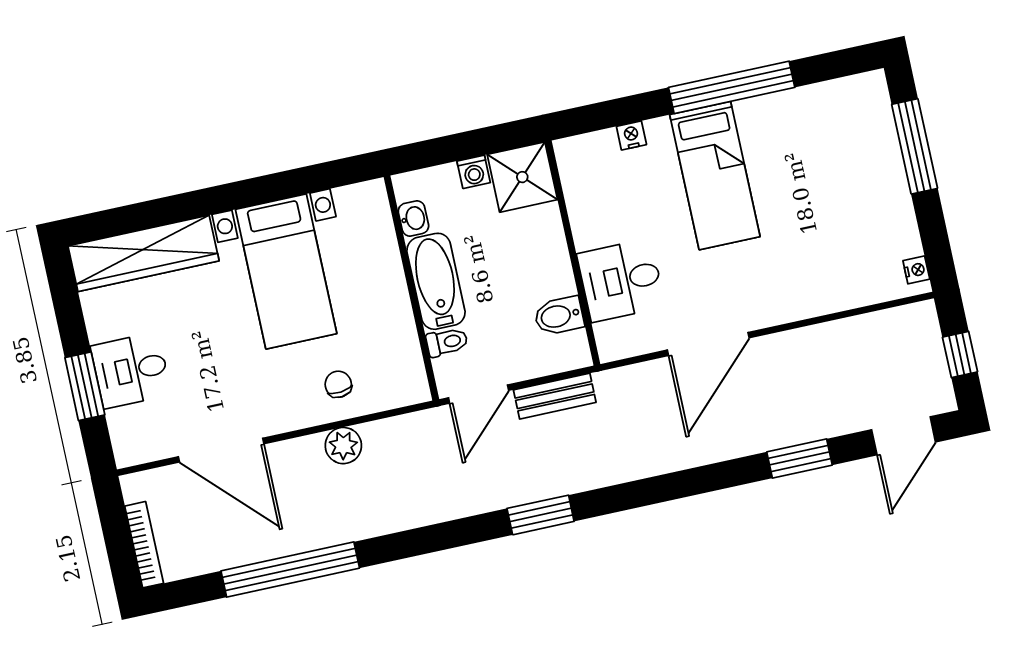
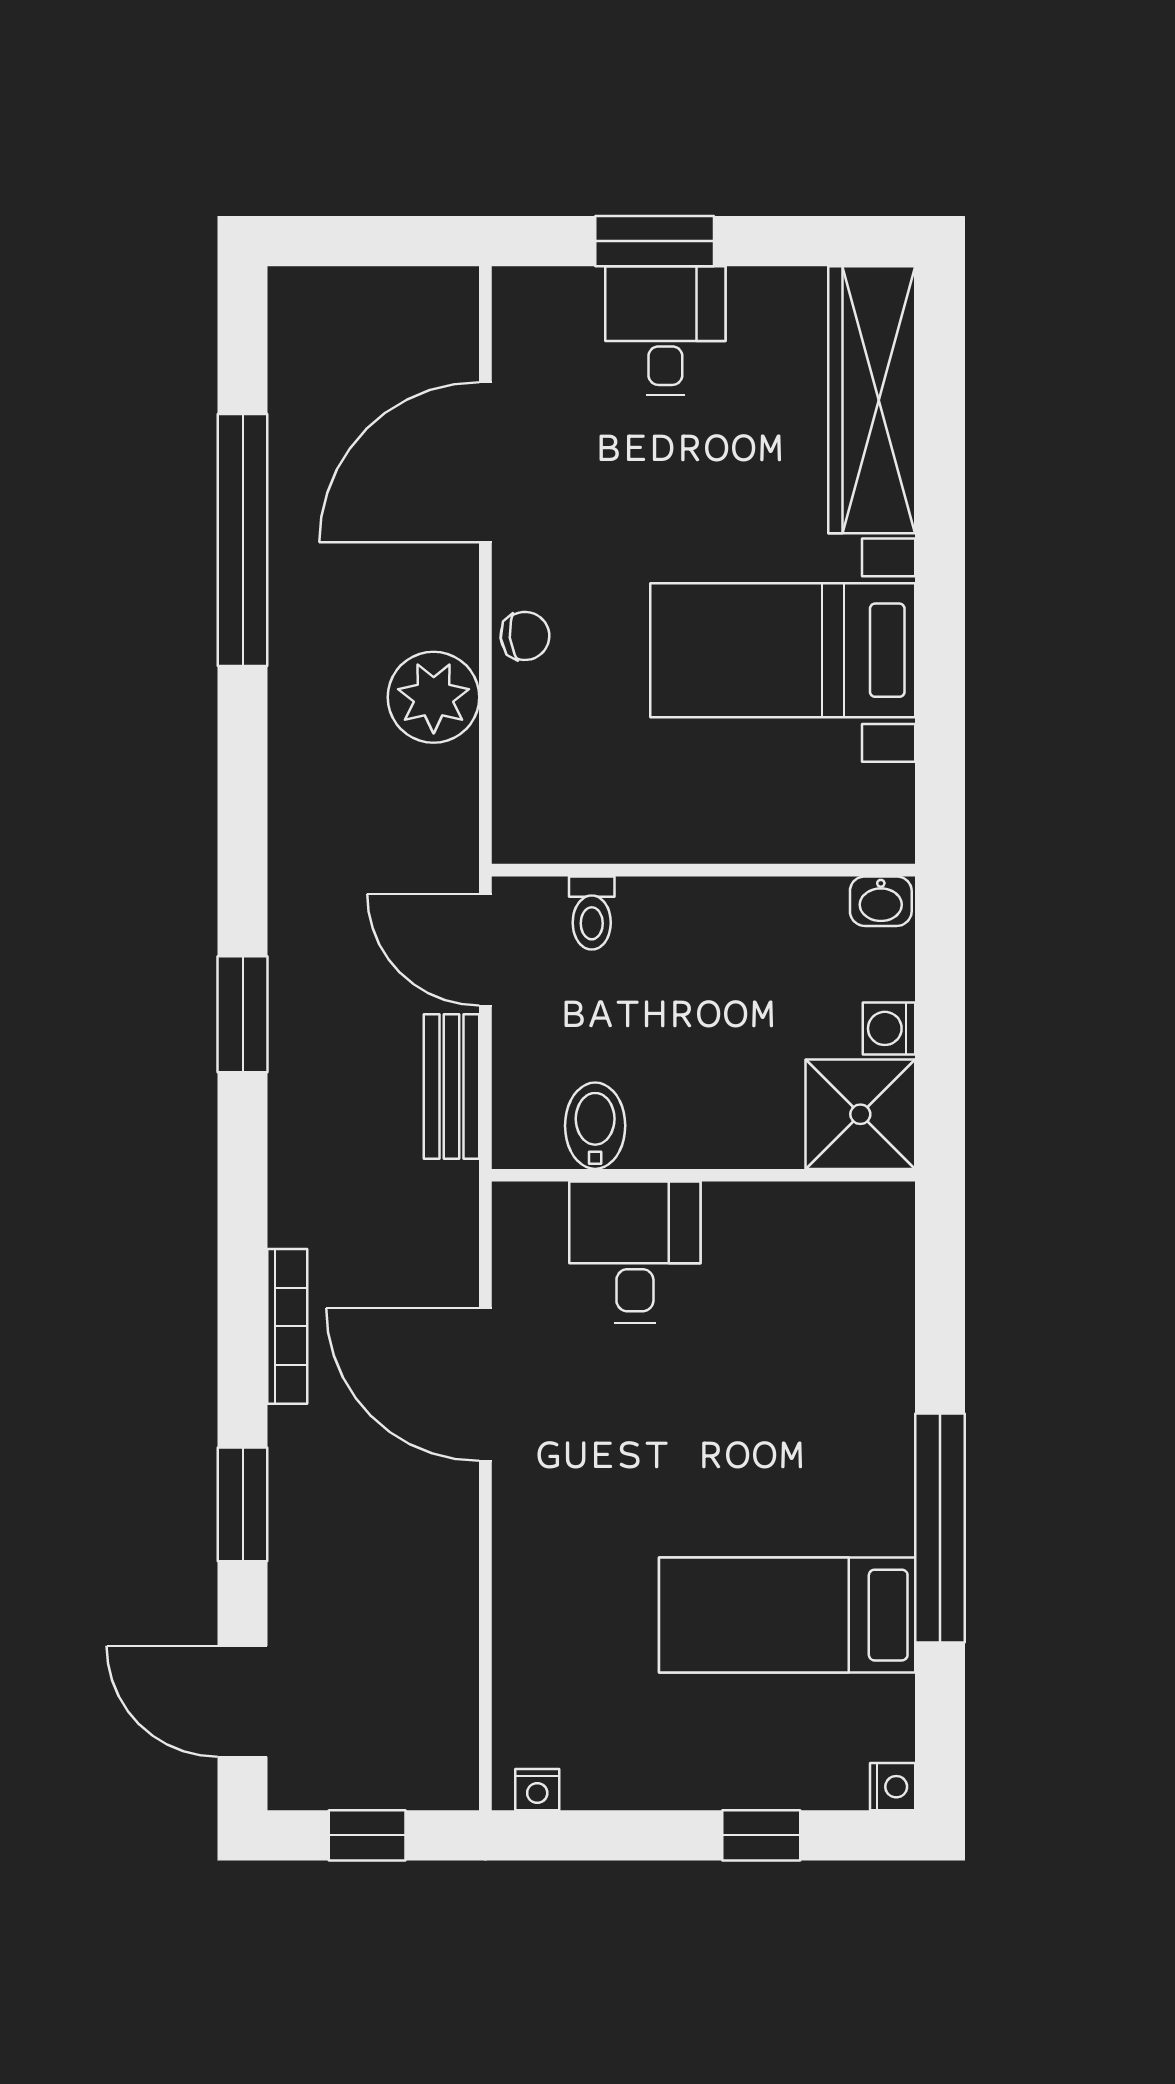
nightstand: (631, 135) -> (893, 1787), moved
window: (915, 146) -> (761, 1835), width x0.46
bed: (715, 176) -> (787, 1615), moved
washbasin: (413, 218) -> (881, 901), moved
bathtub: (436, 281) -> (706, 917), removed
chair: (338, 384) -> (525, 636), moved
plant: (343, 446) -> (434, 697), width x1.36, depth x1.36
bookcase: (144, 545) -> (287, 1326), moved, turned -90

